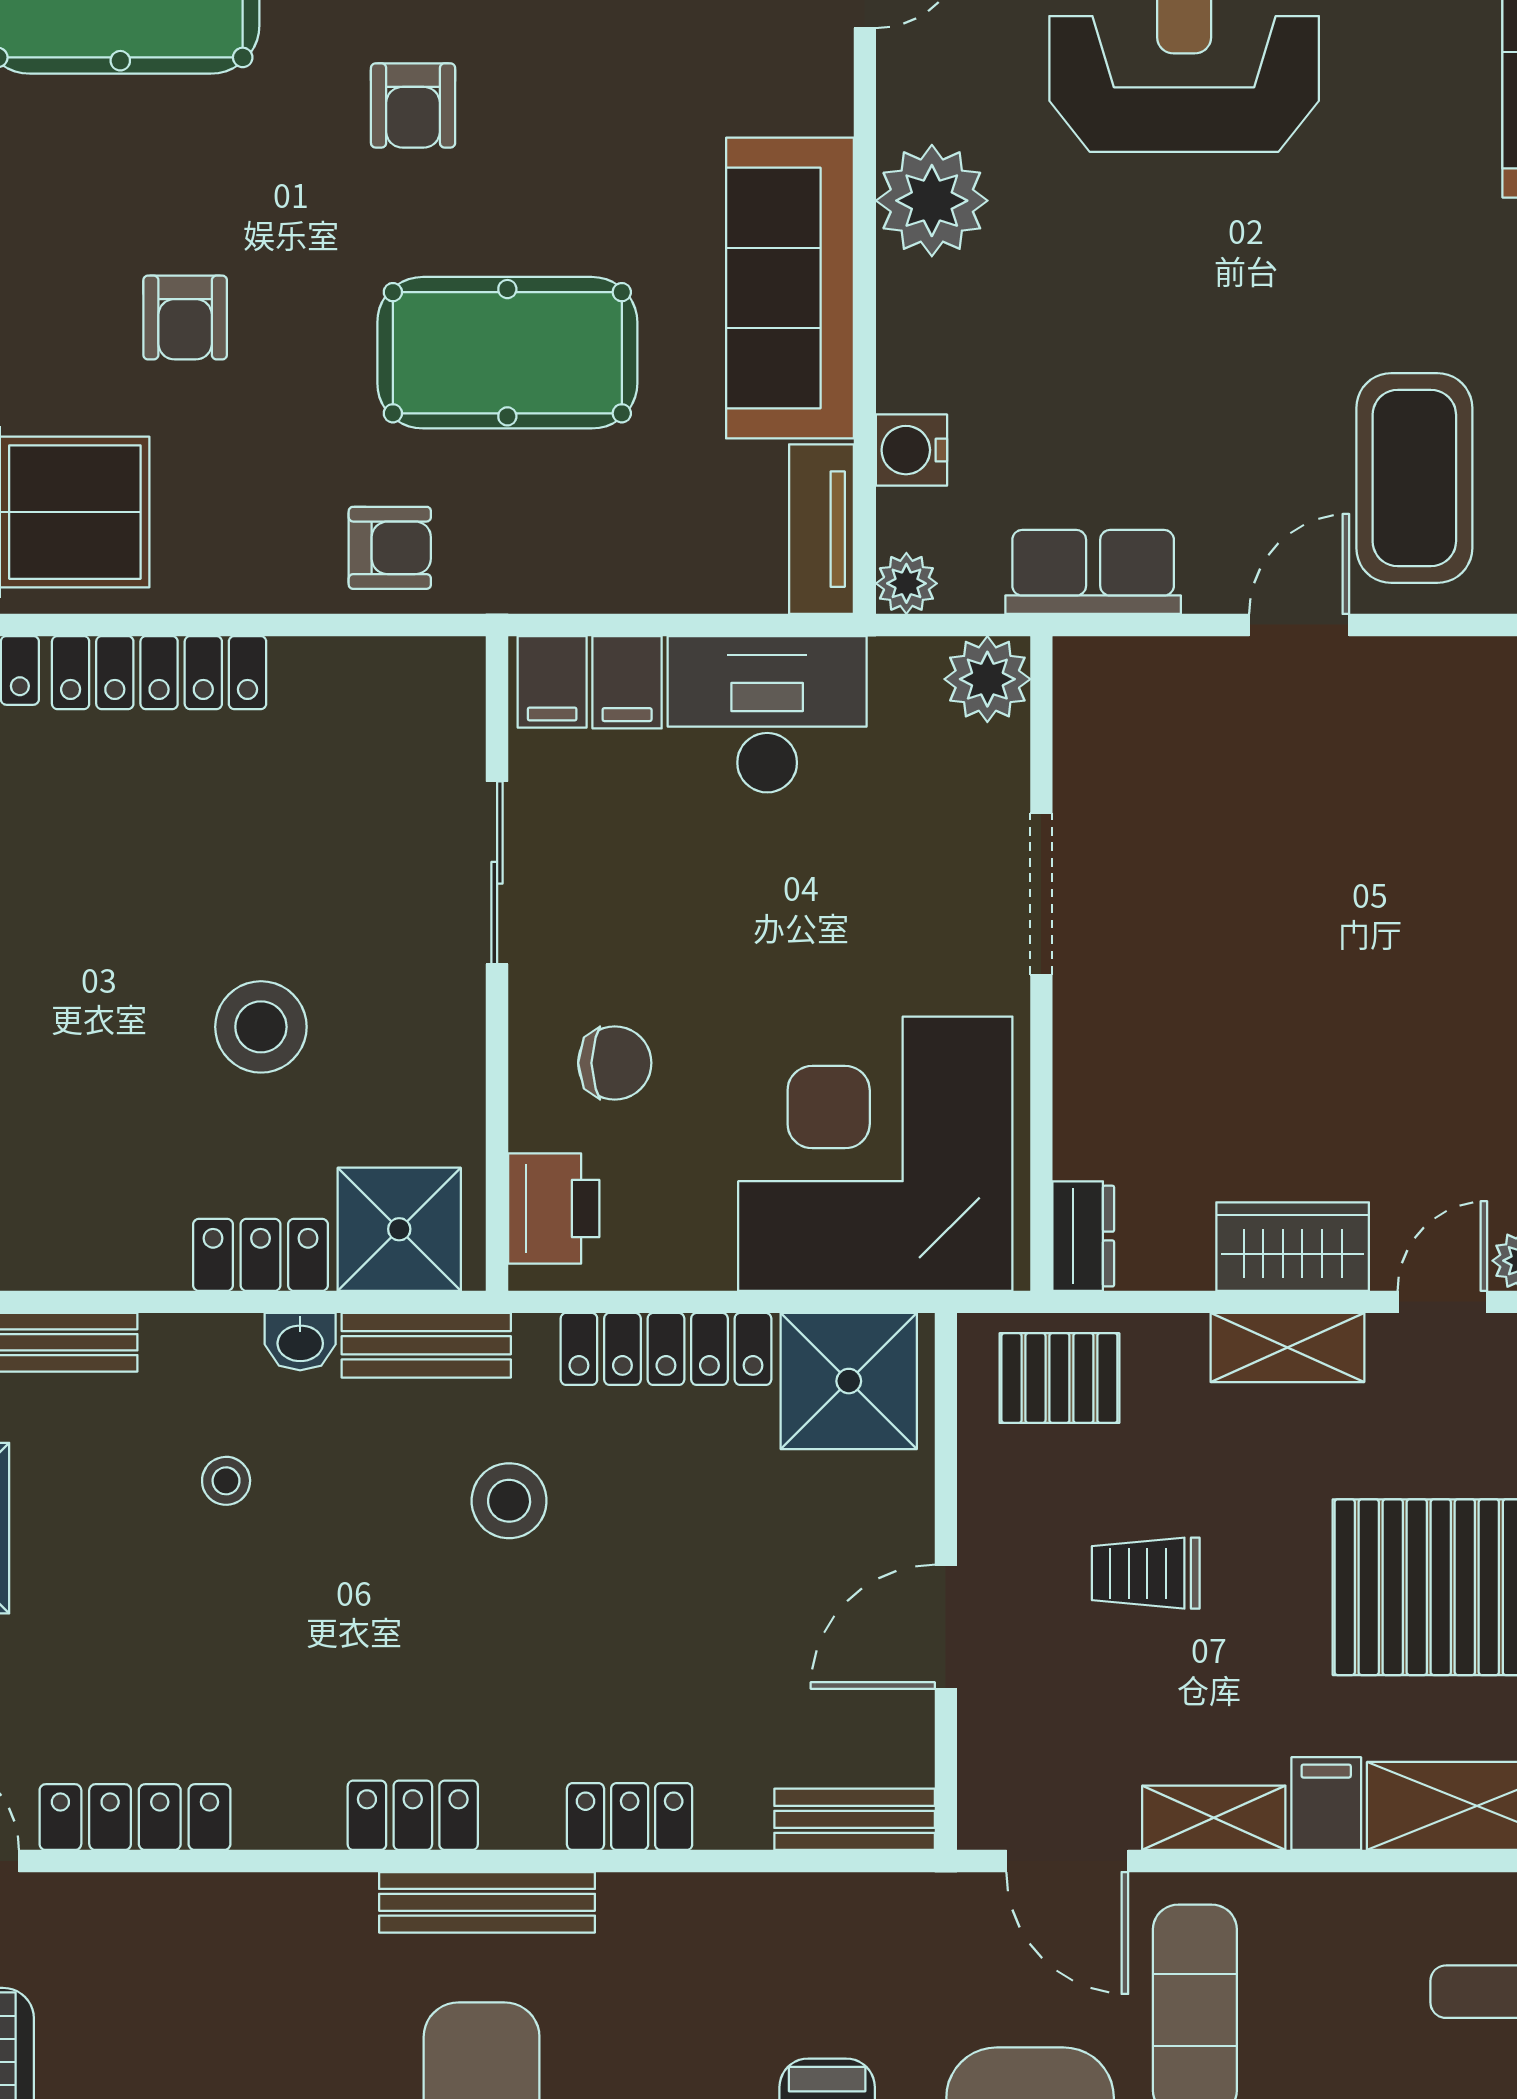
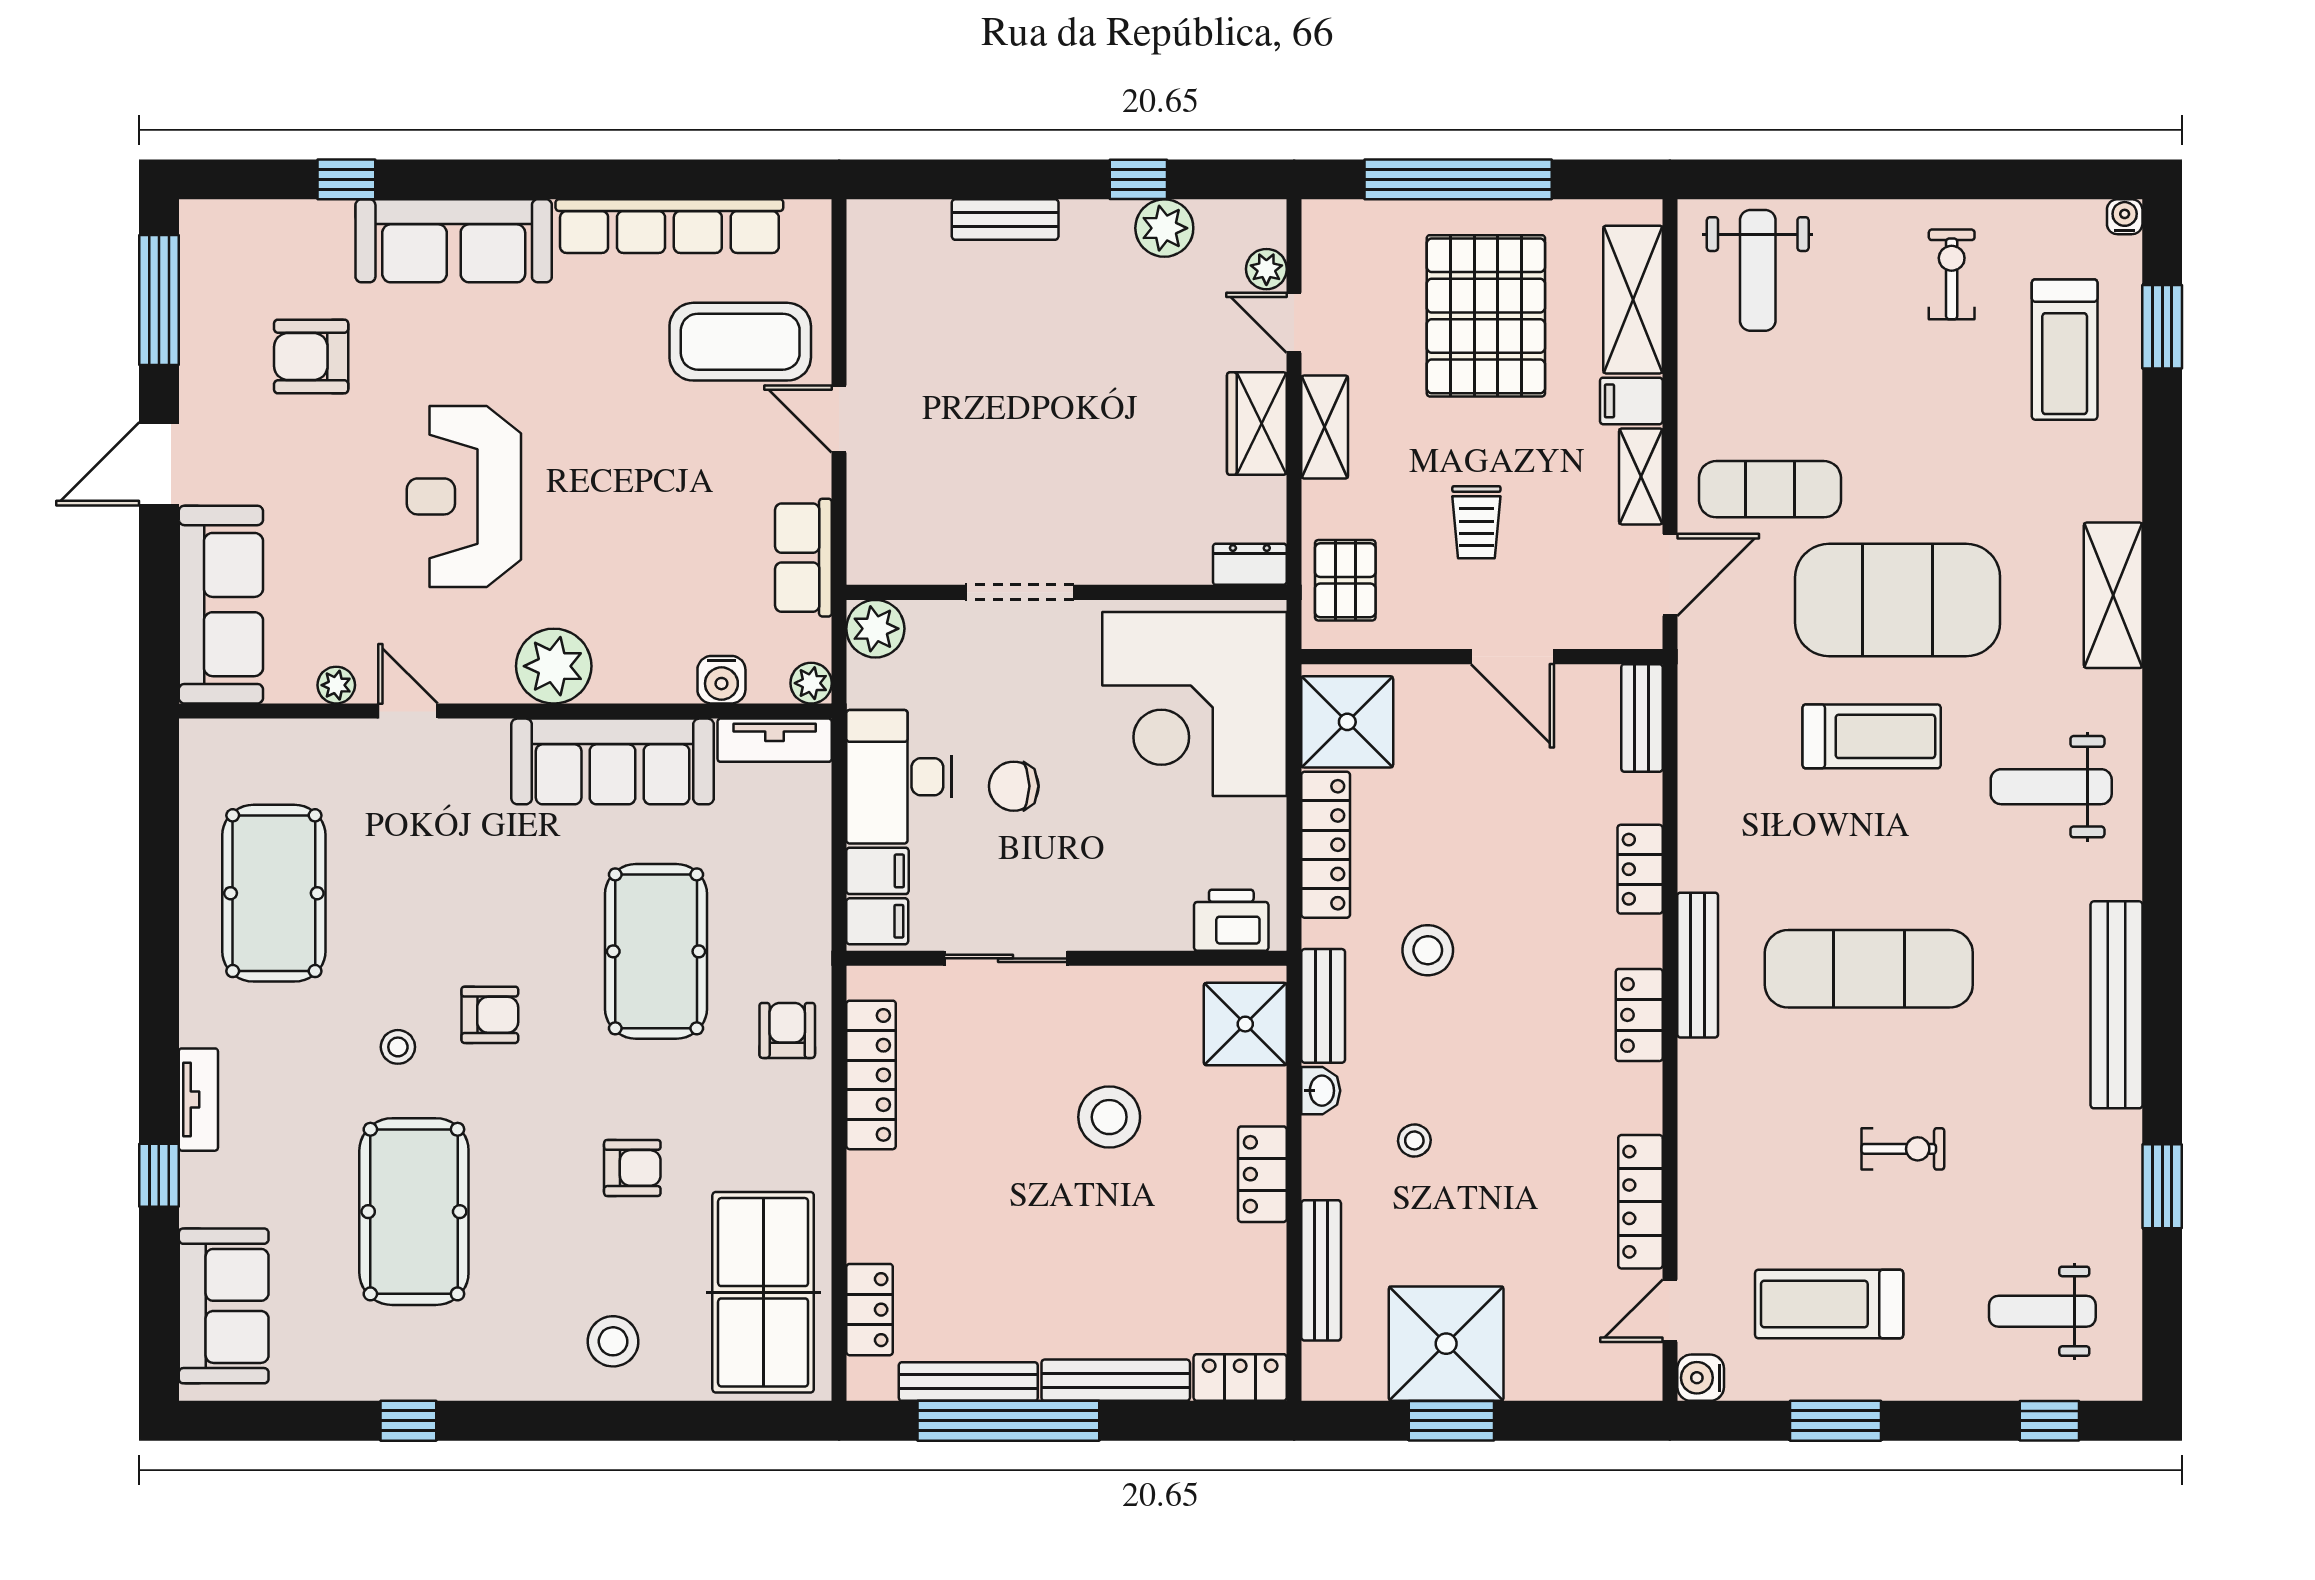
locker: (159, 673) -> (871, 1075), moved
chair: (615, 1063) -> (1014, 786), moved, turned -90
locker: (261, 1255) -> (1262, 1174), moved

